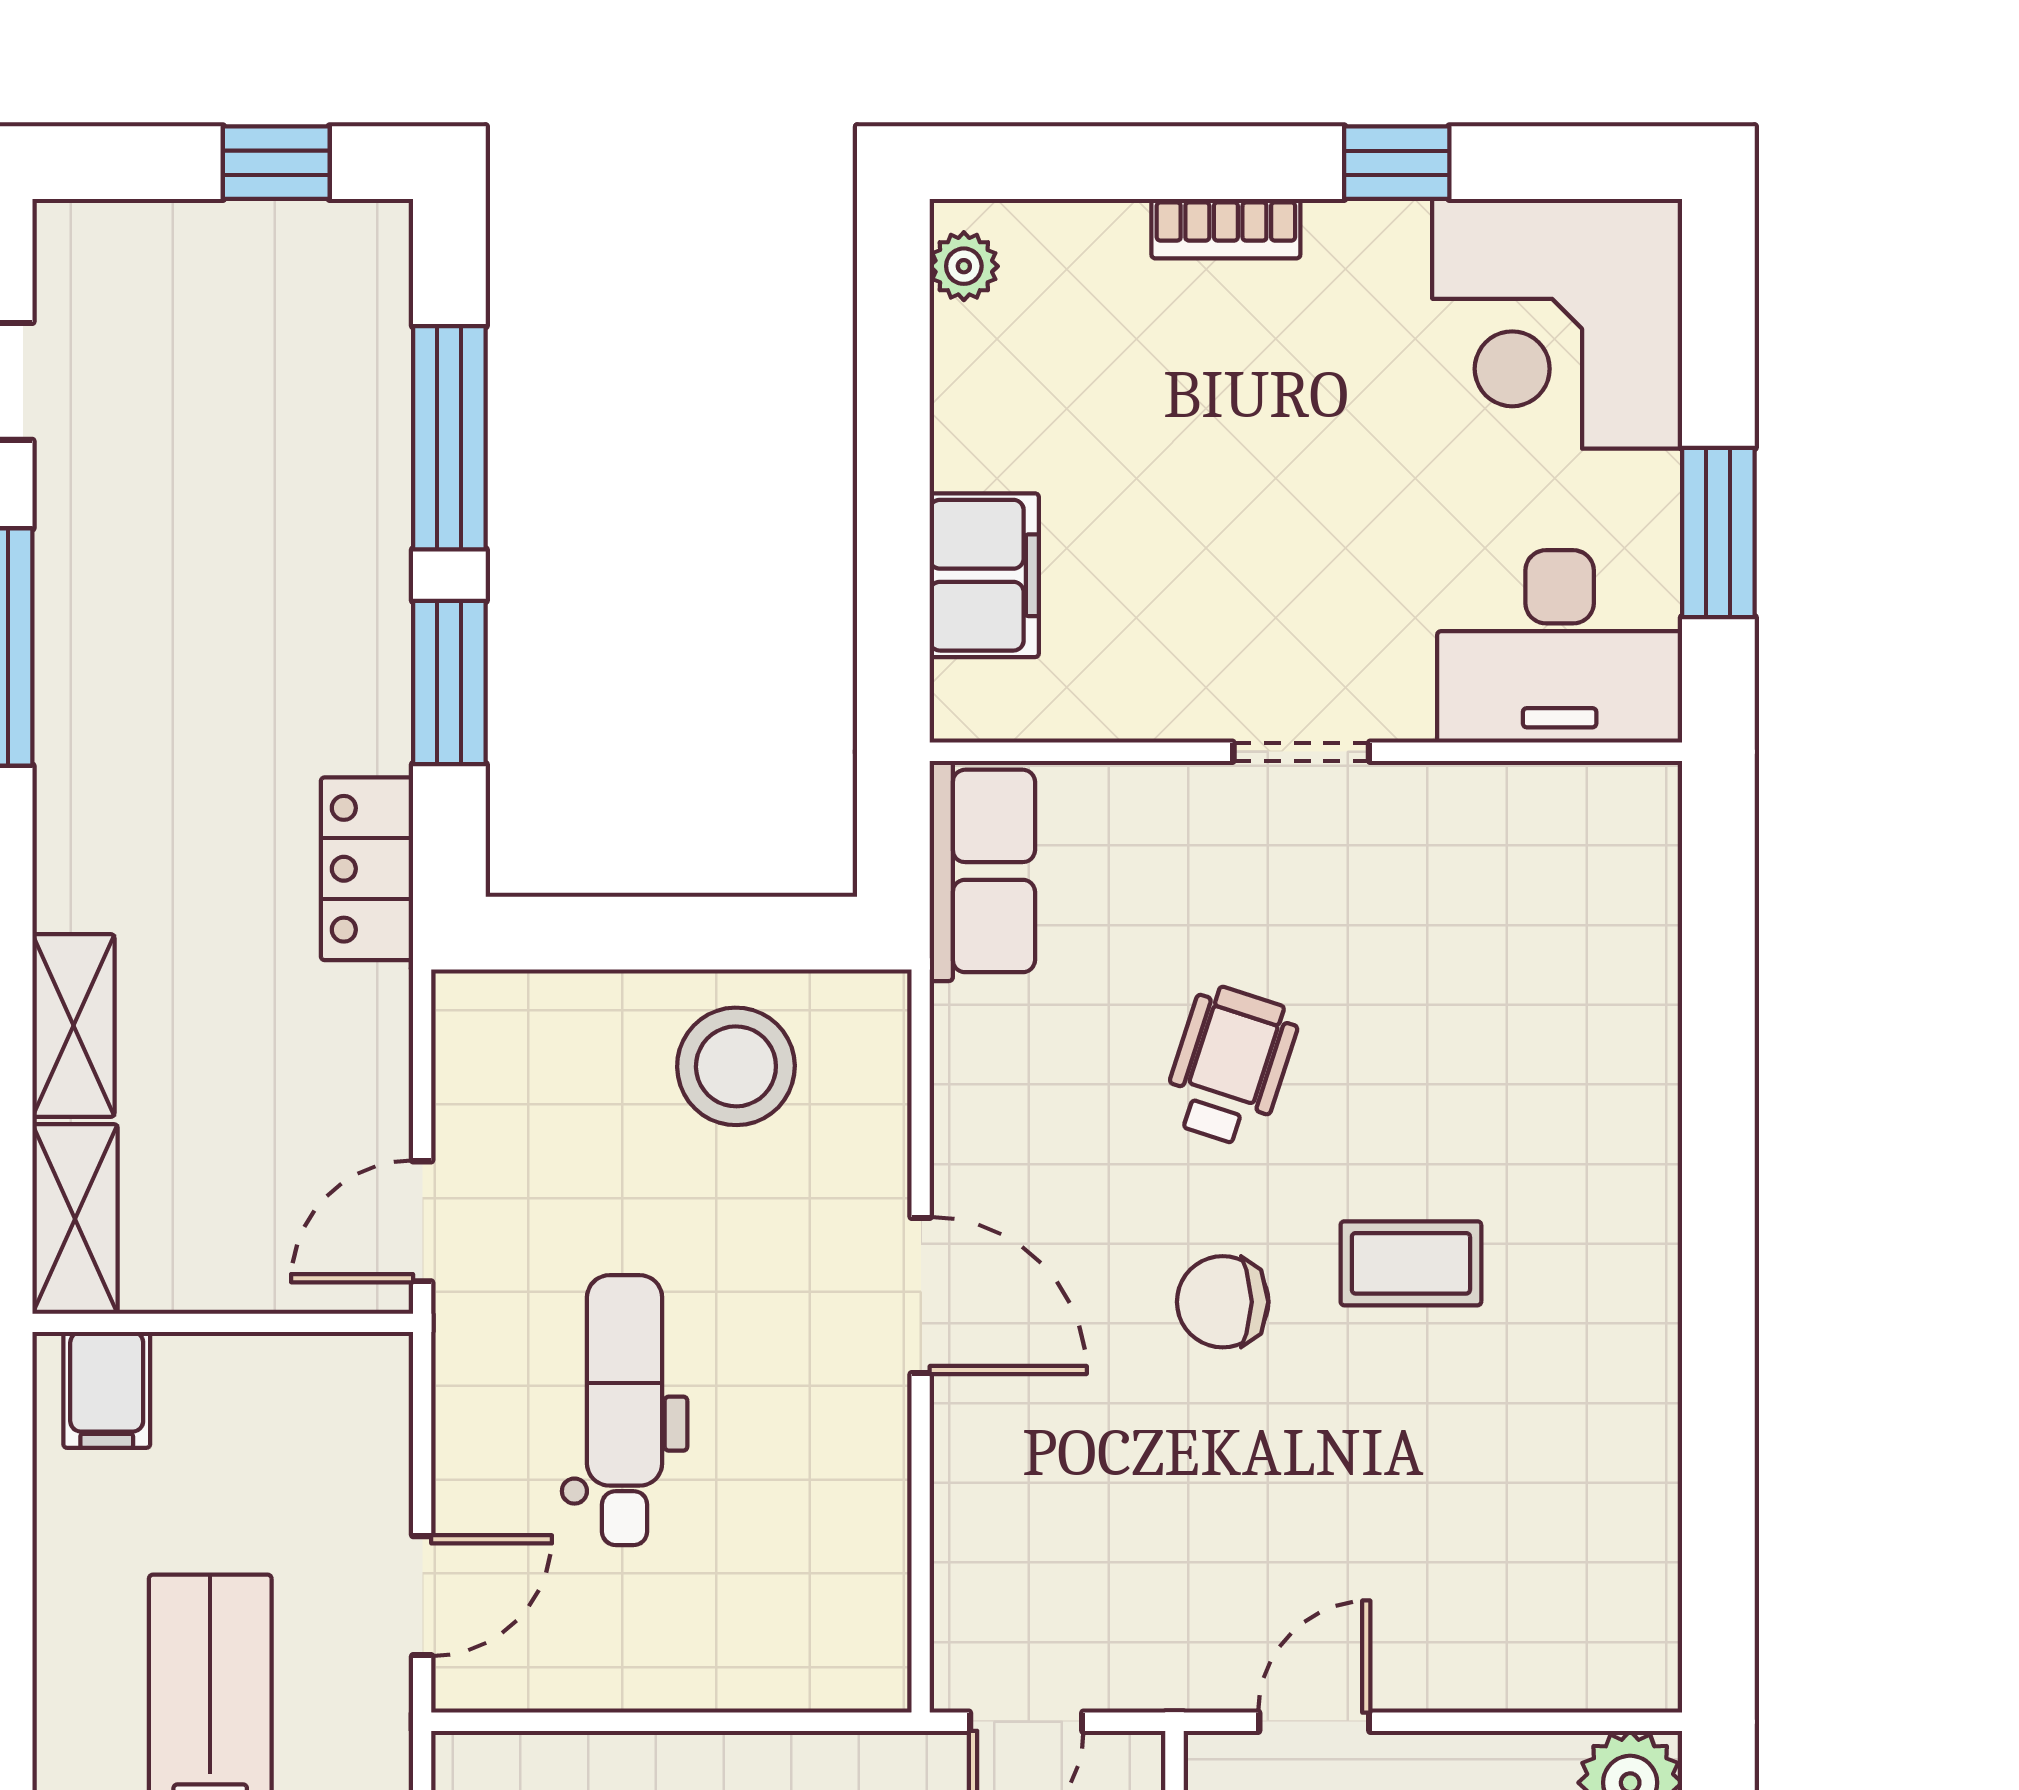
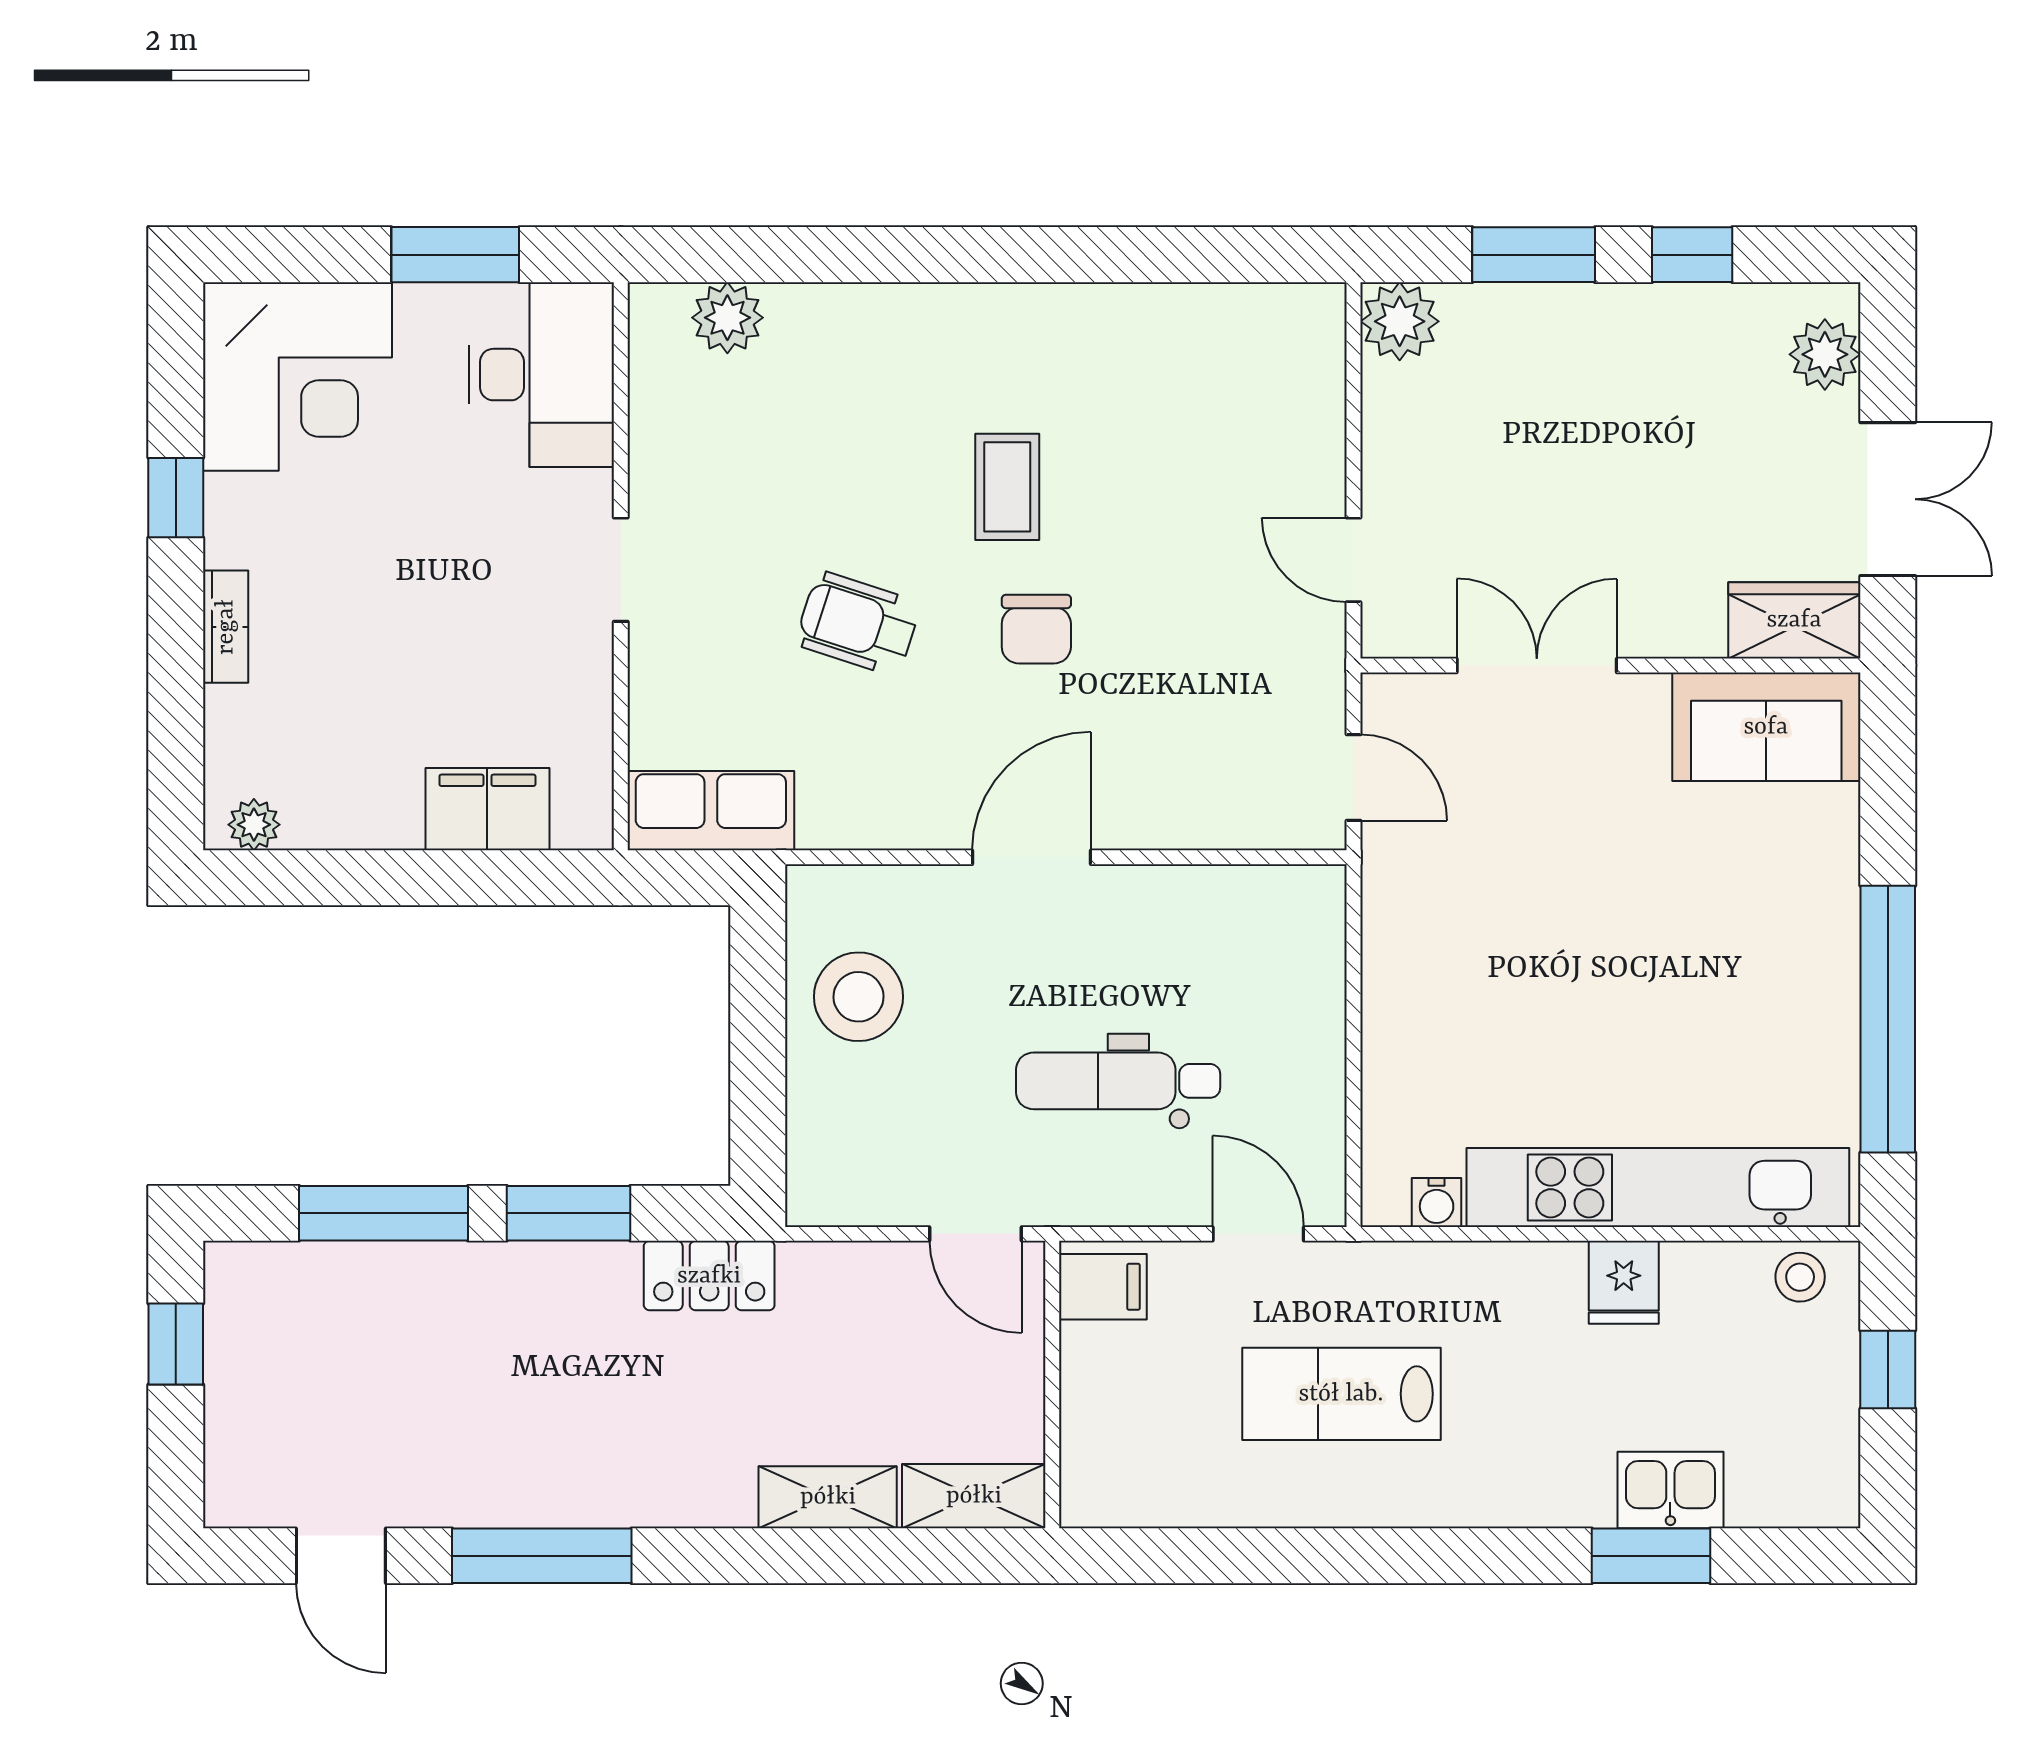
plant: (1635, 893) -> (727, 318), added
filing cabinet: (107, 1390) -> (1103, 1287), moved

